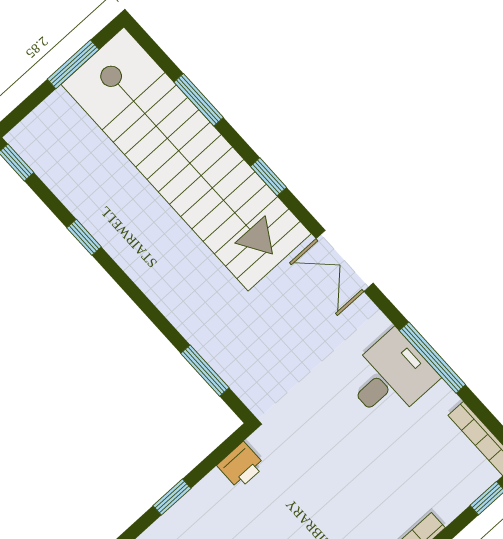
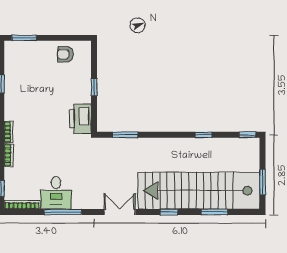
desk: (390, 377) -> (56, 193), moved
printer: (241, 466) -> (81, 119), width x1.87, depth x1.48

